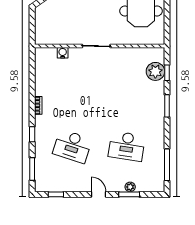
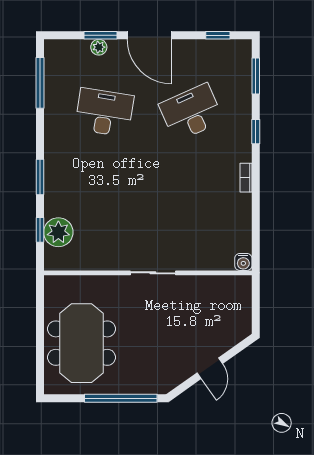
water cooler: (63, 53) -> (243, 262), moved
desk: (72, 146) -> (191, 112), turned -42
door: (99, 194) -> (149, 35), width x1.88

